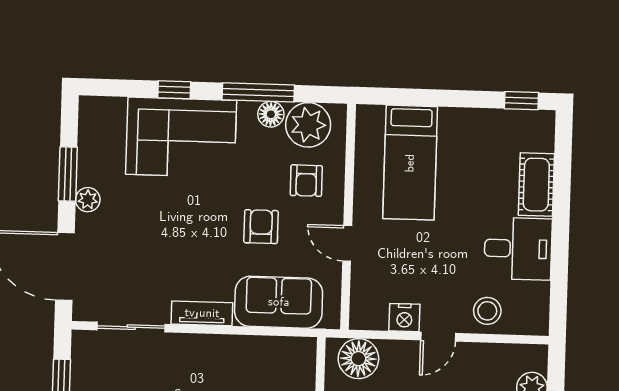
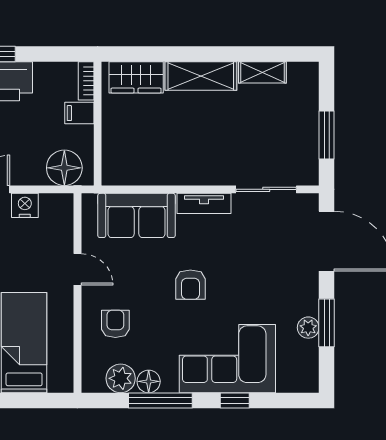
plant: (308, 125) -> (121, 378), width x0.73, depth x0.73
plant: (88, 200) -> (308, 328), moved
armchair: (261, 227) -> (190, 285), moved

